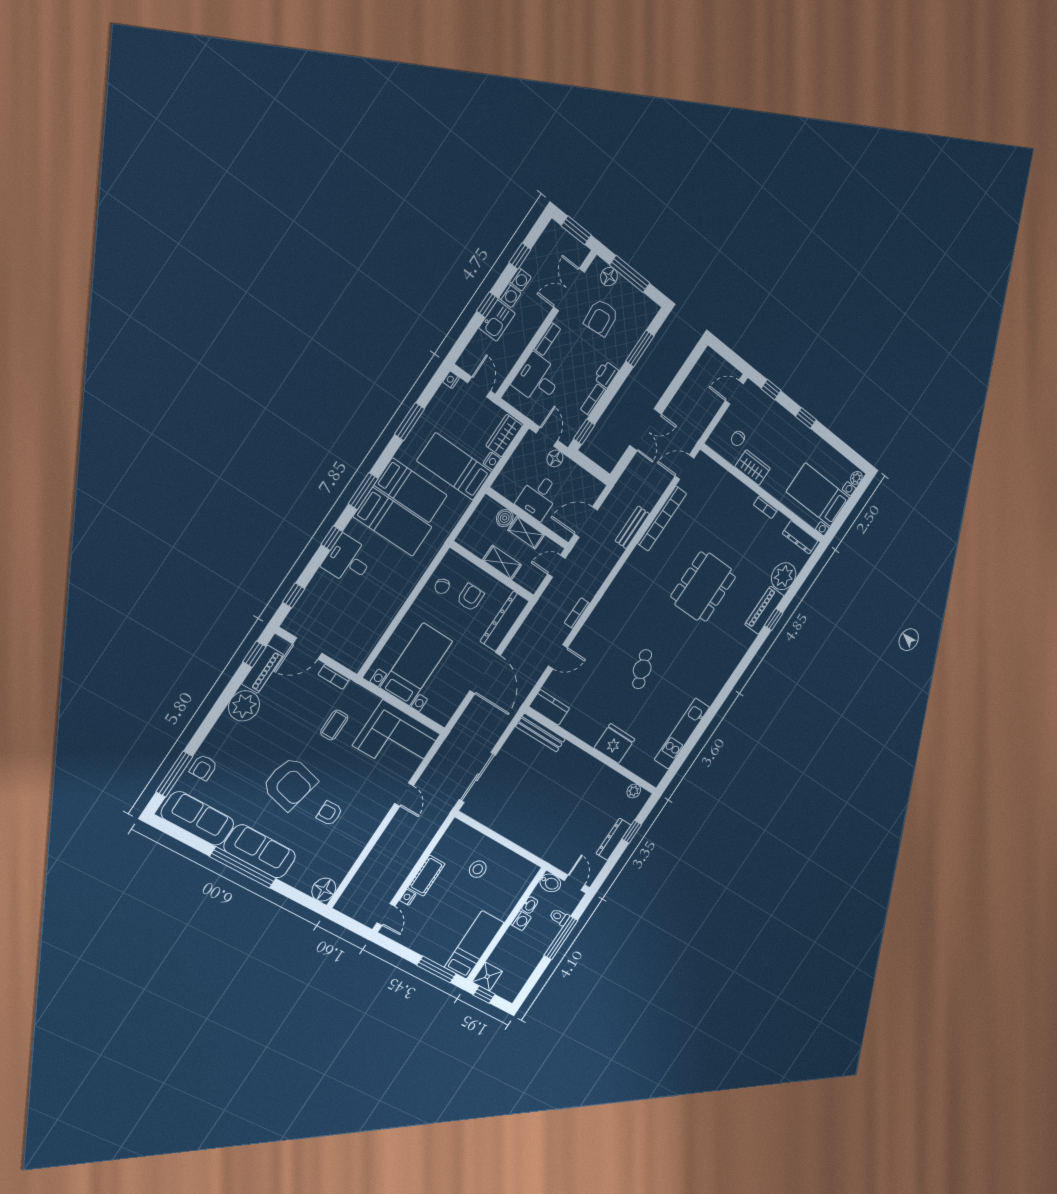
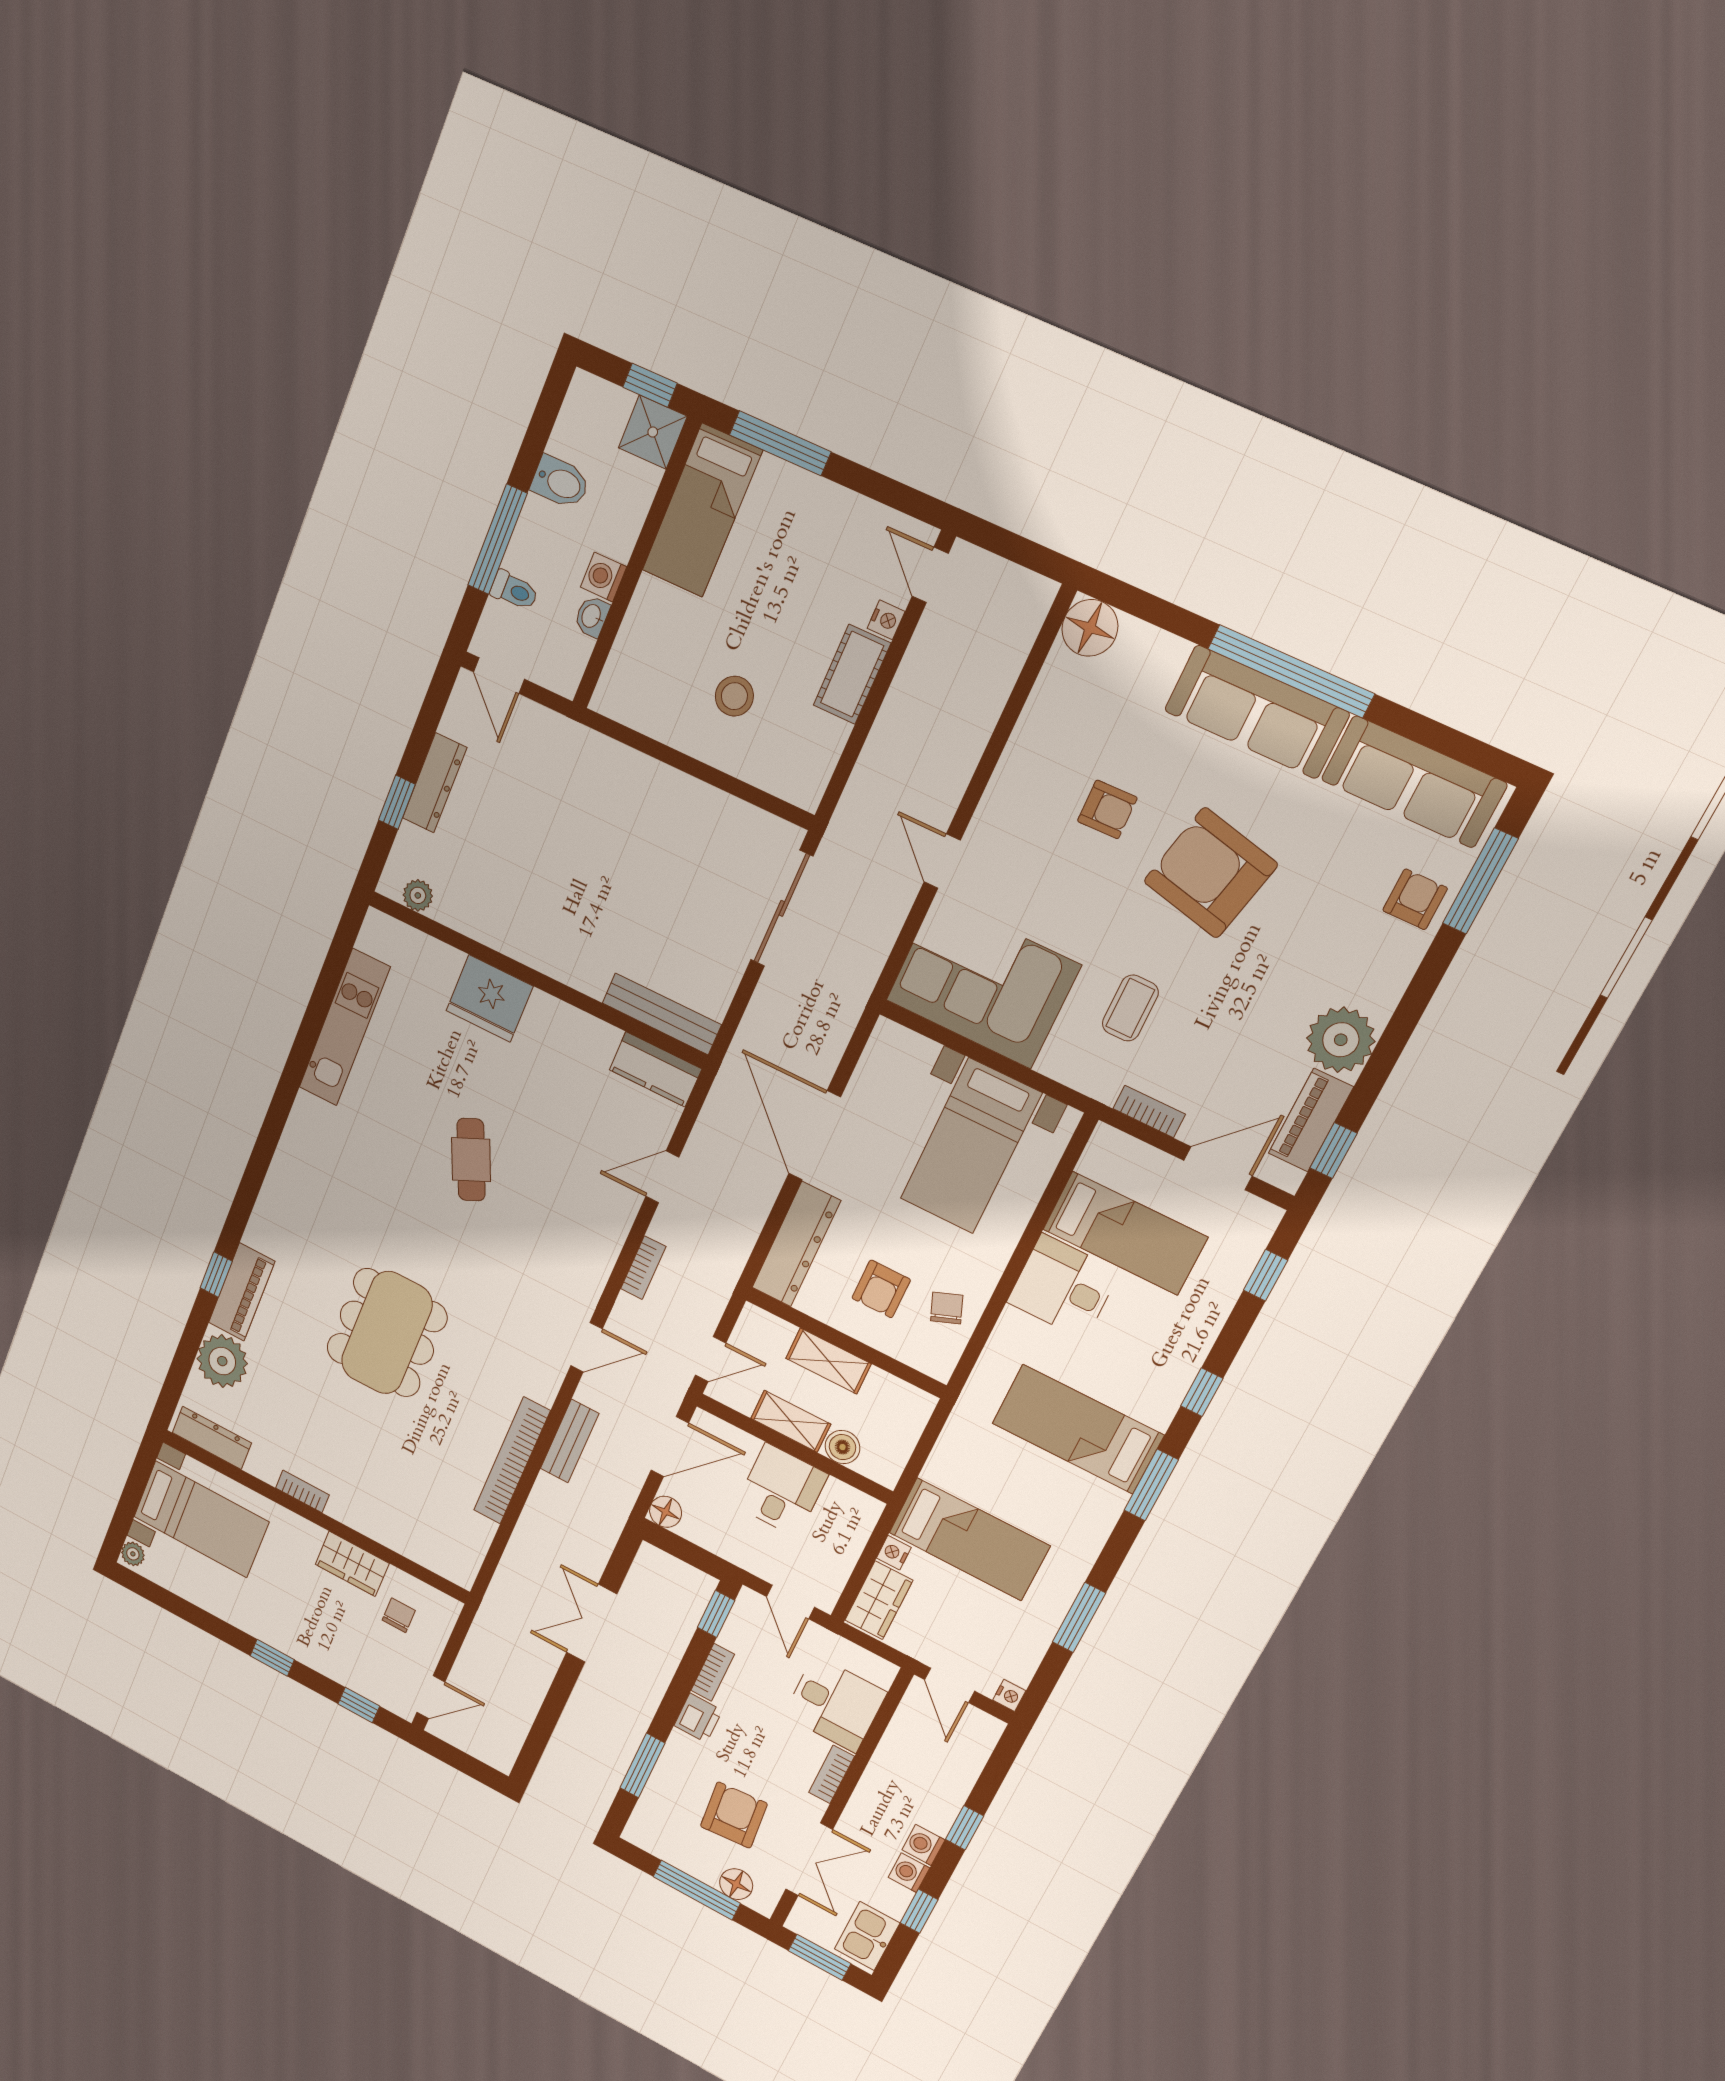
kitchen sink: (497, 321) -> (867, 1936), moved
floor lamp: (555, 458) -> (666, 1512), moved
door: (684, 467) -> (587, 1347), moved
bed: (411, 490) -> (1125, 1233), moved, turned 180
desk: (348, 560) -> (1063, 1287), moved, turned 180
bidet: (550, 883) -> (560, 482), moved, turned 180

